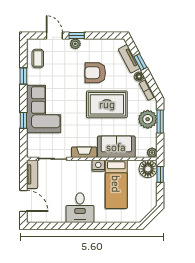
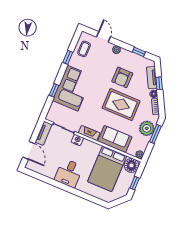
window: (77, 35) -> (139, 52), moved
armchair: (95, 73) -> (122, 77), turned -90
nightstand: (98, 166) -> (77, 140), moved
window: (160, 174) -> (135, 183), moved
bed: (116, 184) -> (107, 169), width x1.50

